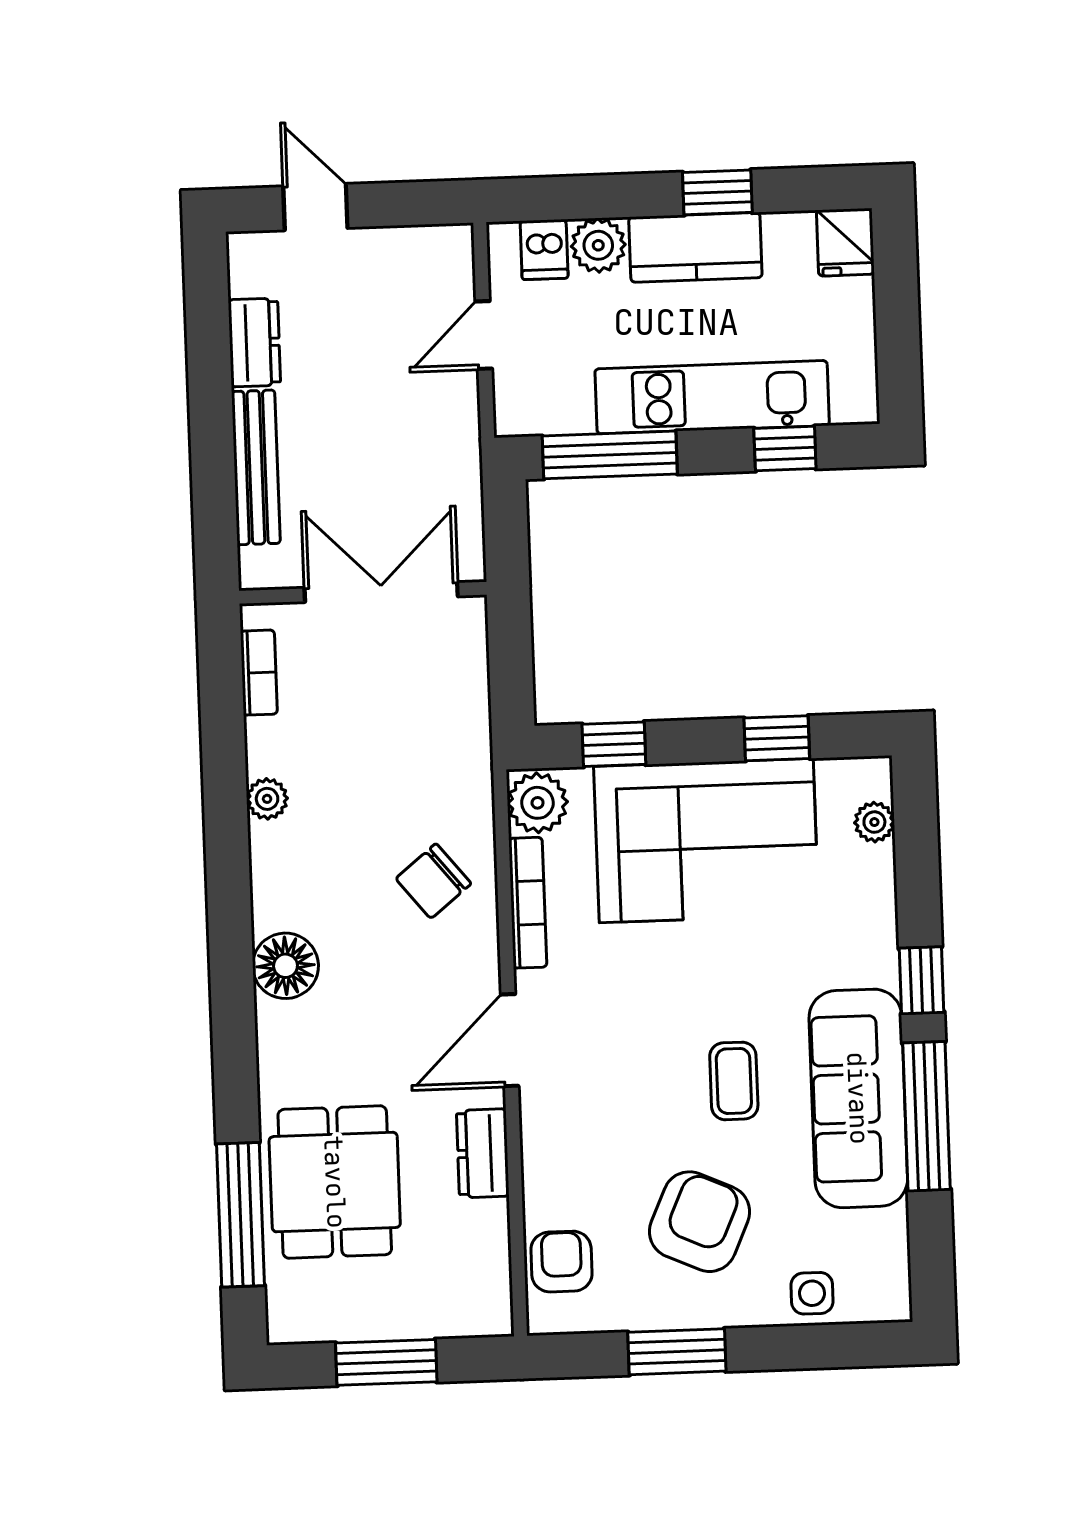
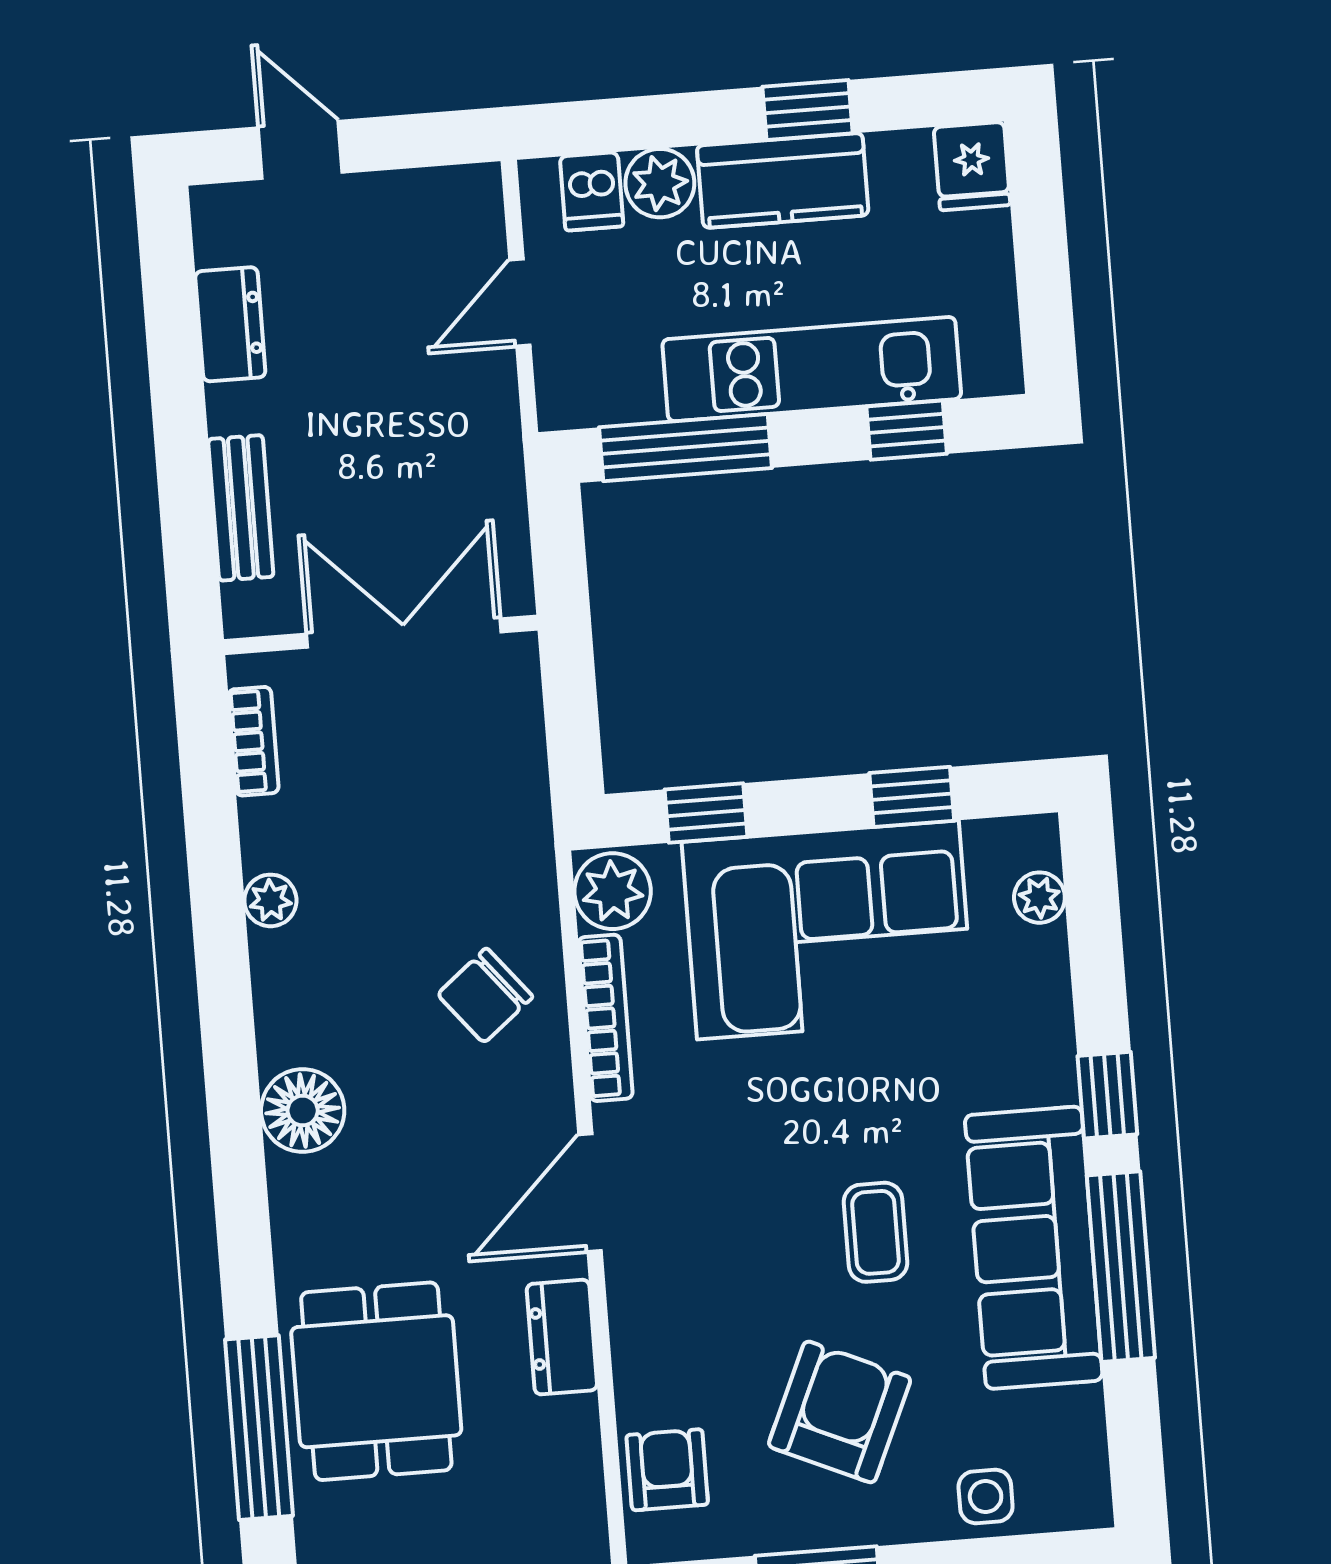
bench: (256, 467) -> (241, 508), width x0.73

